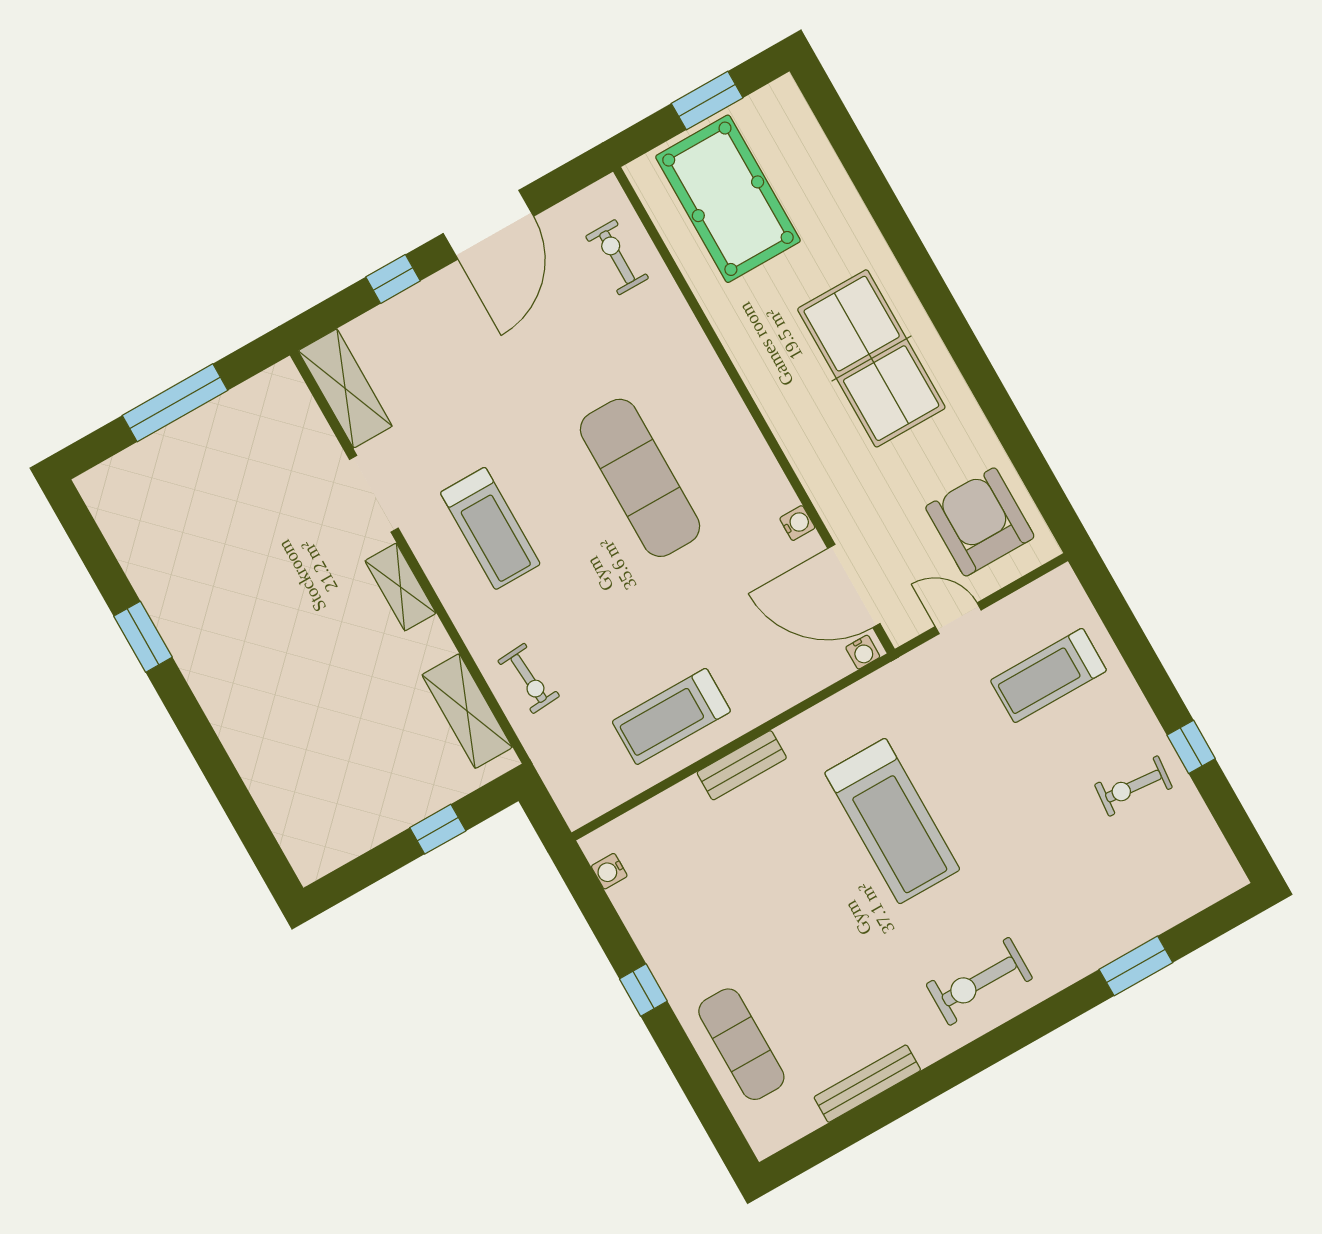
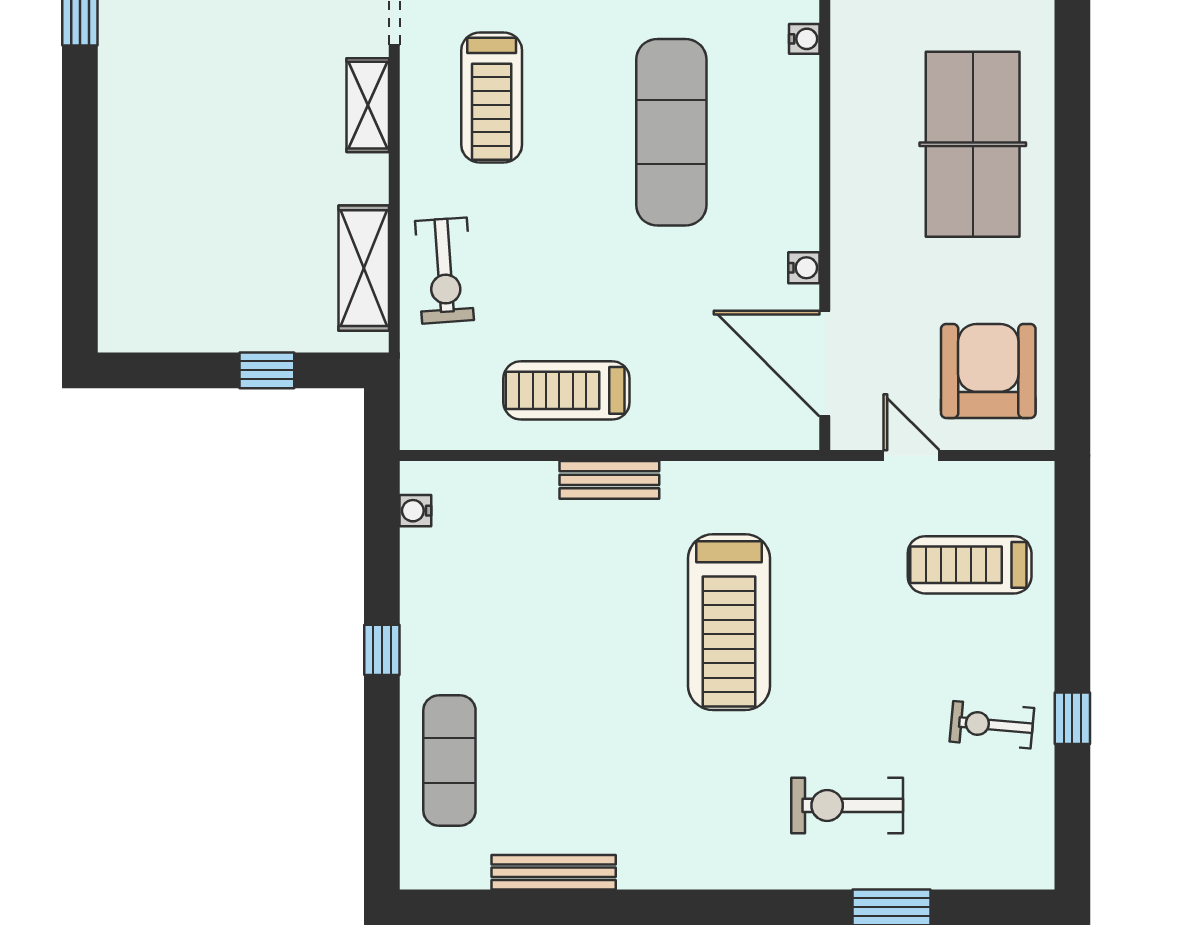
water cooler: (863, 652) -> (804, 39), moved, turned -90
exercise bike: (529, 678) -> (444, 271), width x1.38, depth x1.39
exercise bike: (979, 981) -> (847, 805), moved

